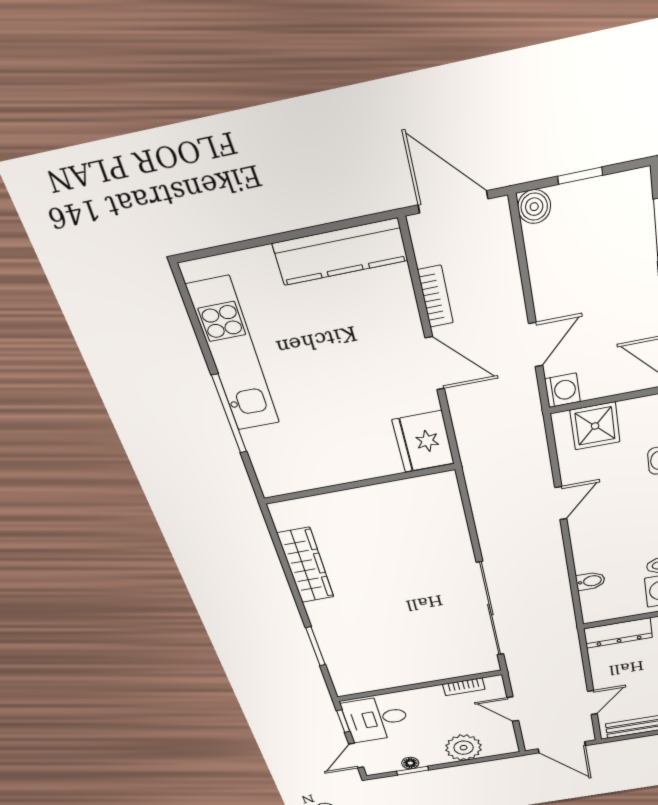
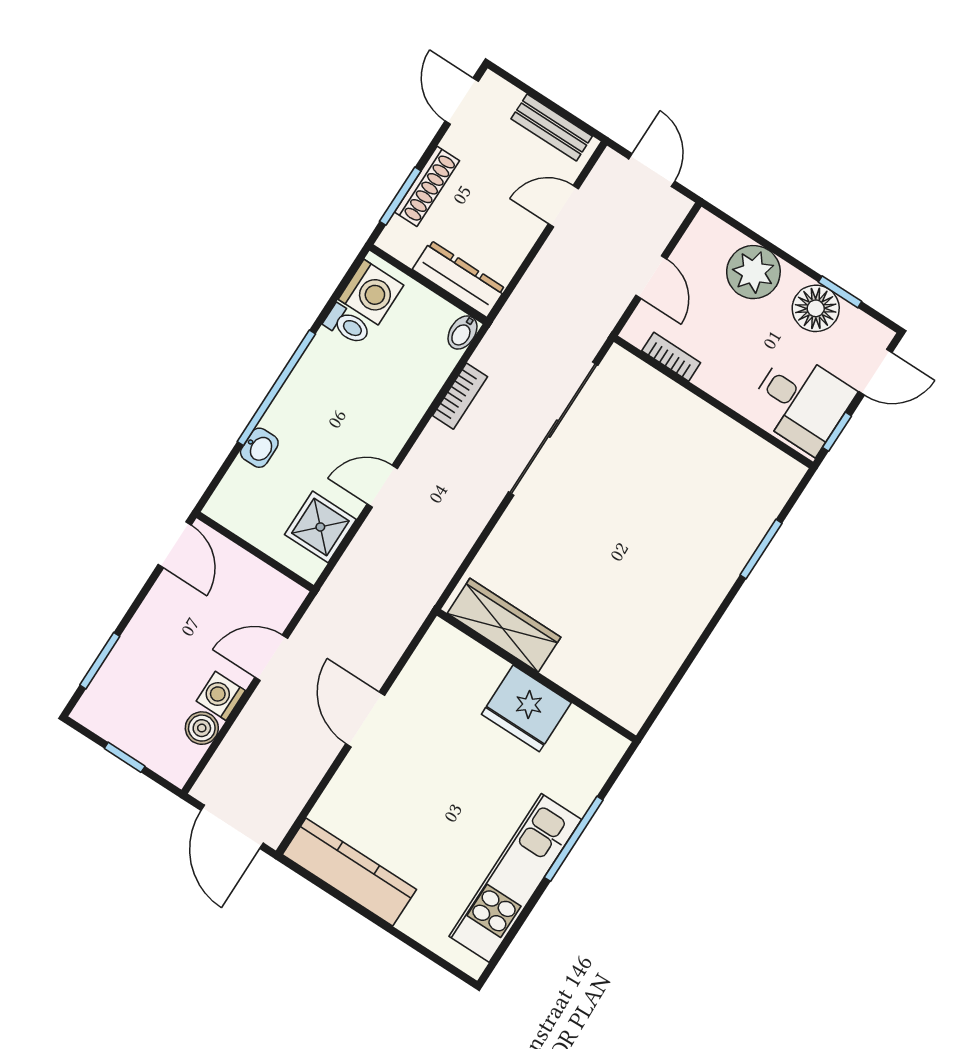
boiler: (534, 207) -> (202, 728), moved
bookcase: (435, 297) -> (460, 396), moved, turned 180
washing machine: (562, 390) -> (221, 696), moved
shower: (595, 426) -> (320, 527), moved
fridge: (423, 442) -> (526, 708), moved, turned 90
wardrobe: (306, 566) -> (504, 625), moved, turned 90
bidet: (590, 581) -> (462, 332), moved, turned -90
door: (562, 747) -> (652, 170), width x0.73
floor lamp: (410, 763) -> (816, 308), width x1.89, depth x1.89

